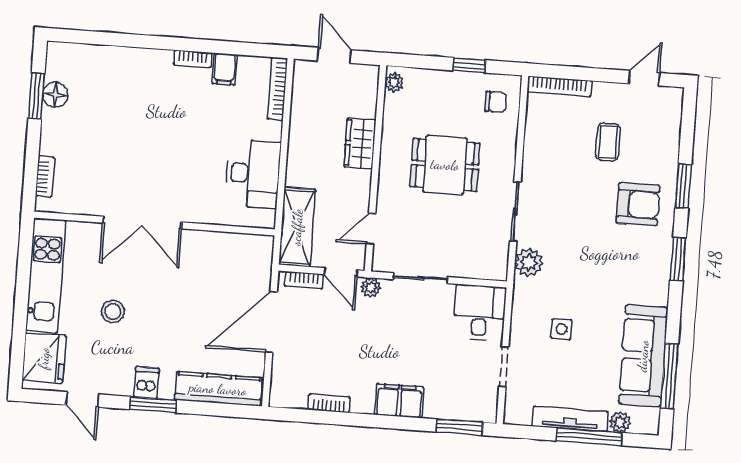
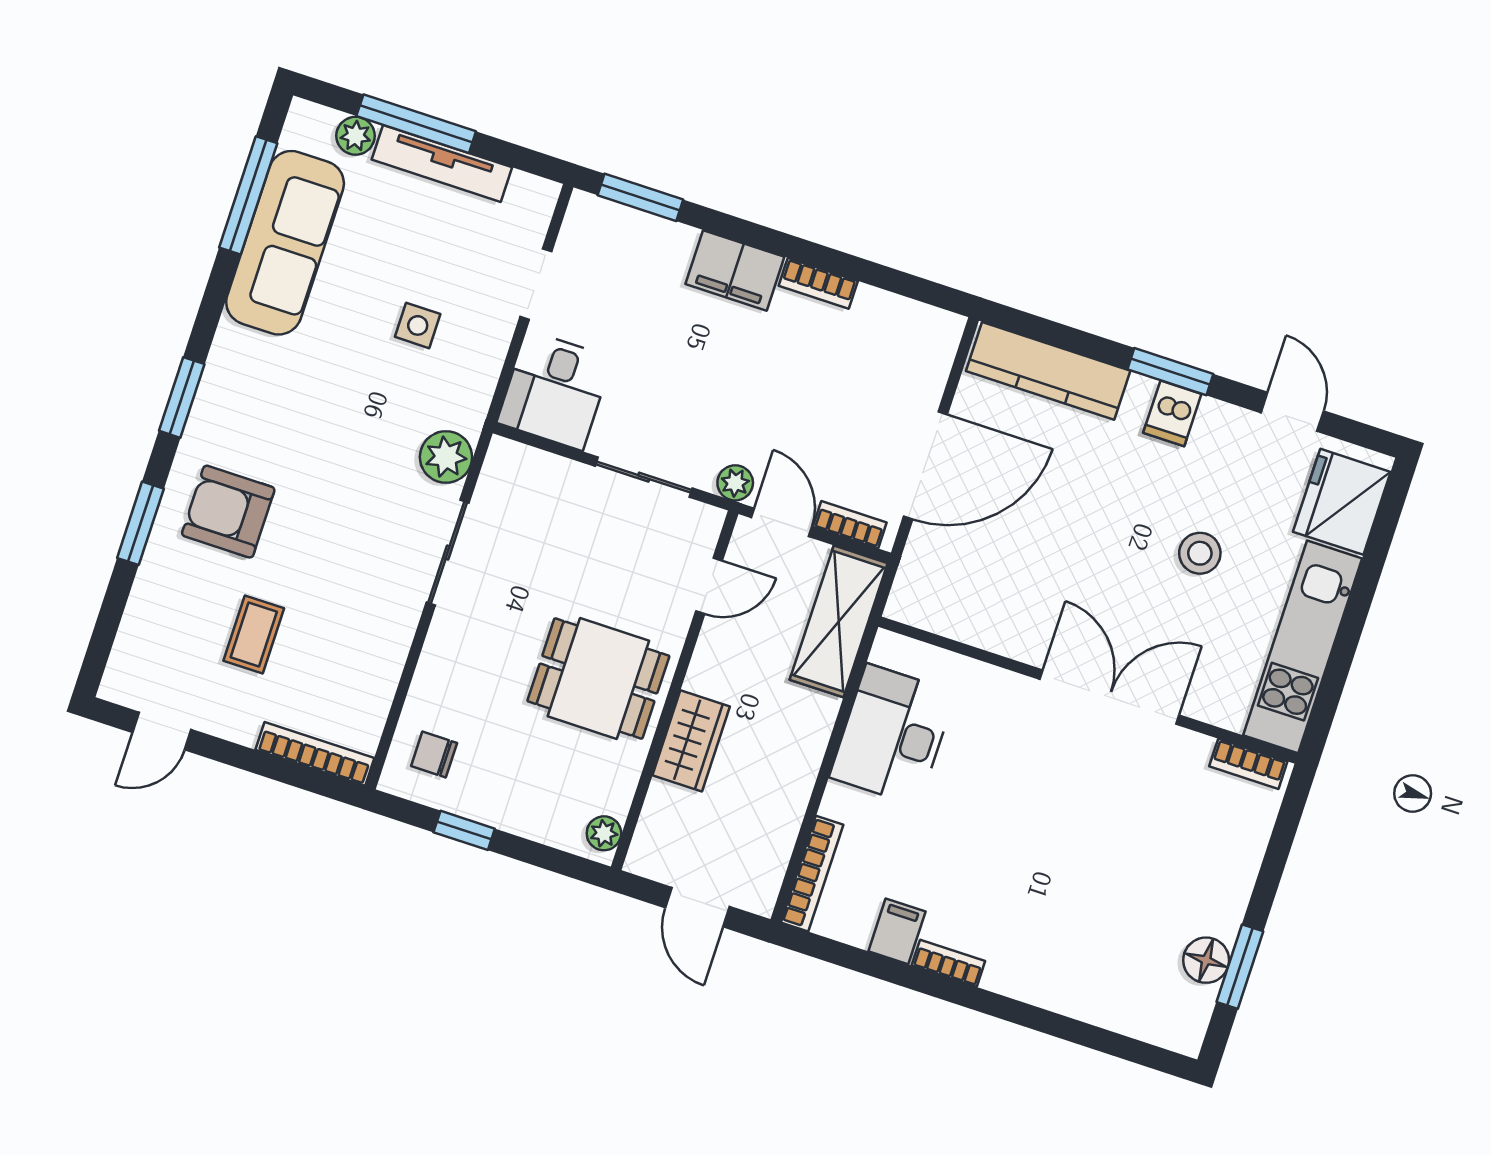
dining table: (445, 165) -> (598, 678), moved
bookcase: (45, 177) -> (1248, 764), moved, turned -90
bookcase: (329, 403) -> (818, 283), moved

